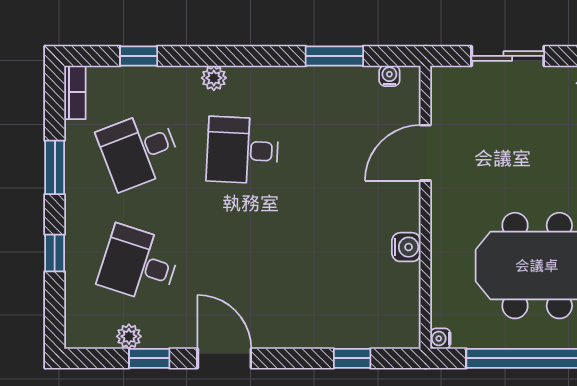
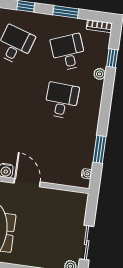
sliding door: (508, 56) -> (87, 243), moved
plant: (214, 78) -> (100, 74), moved
door: (425, 153) -> (27, 183), moved

